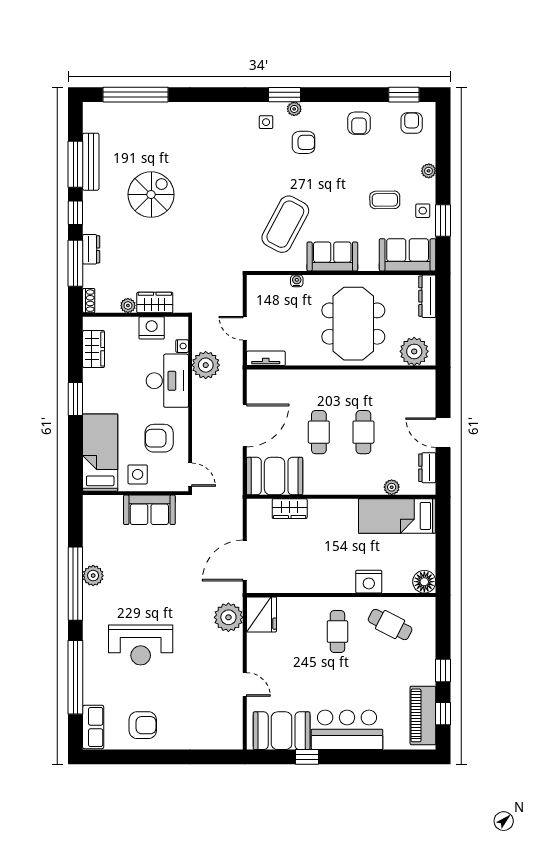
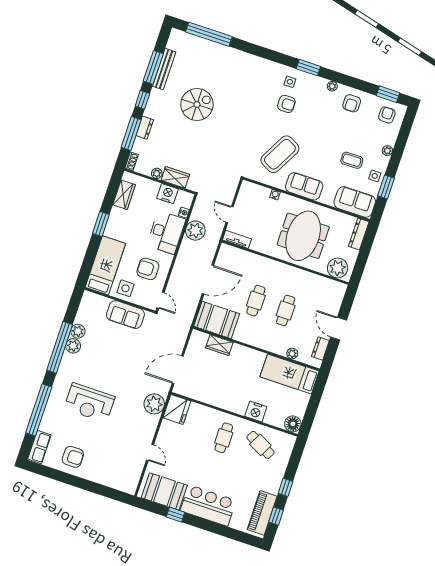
plant: (294, 109) -> (332, 86), moved
armchair: (304, 142) -> (286, 104), moved
plant: (93, 554) -> (78, 331), added

